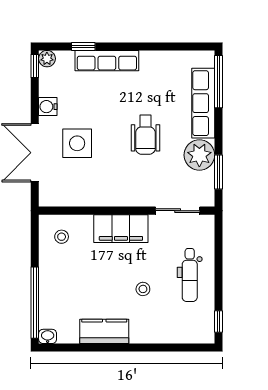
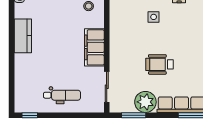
side table: (77, 143) -> (154, 17), width x0.54, depth x0.54
dental chair: (190, 275) -> (62, 95), turned 180
stool: (143, 289) -> (52, 63), removed

